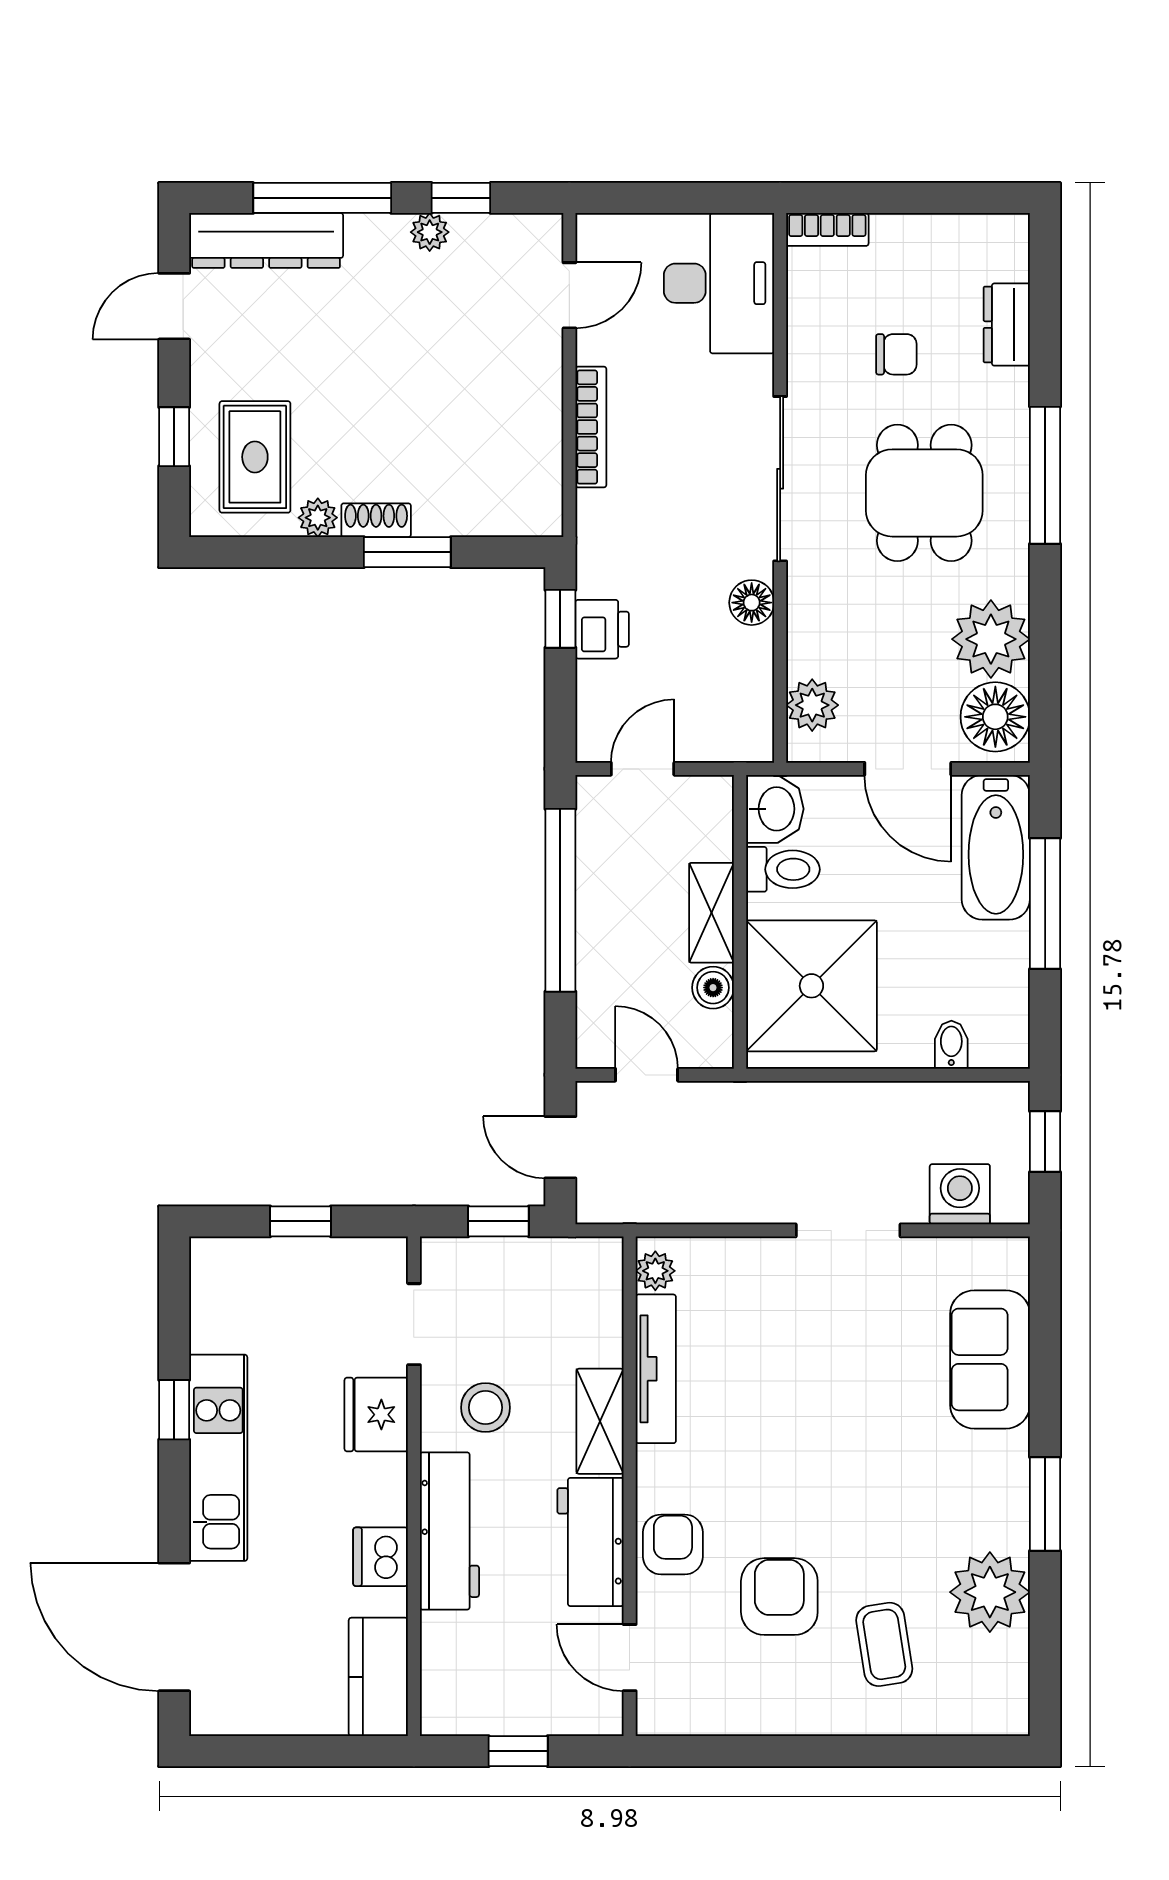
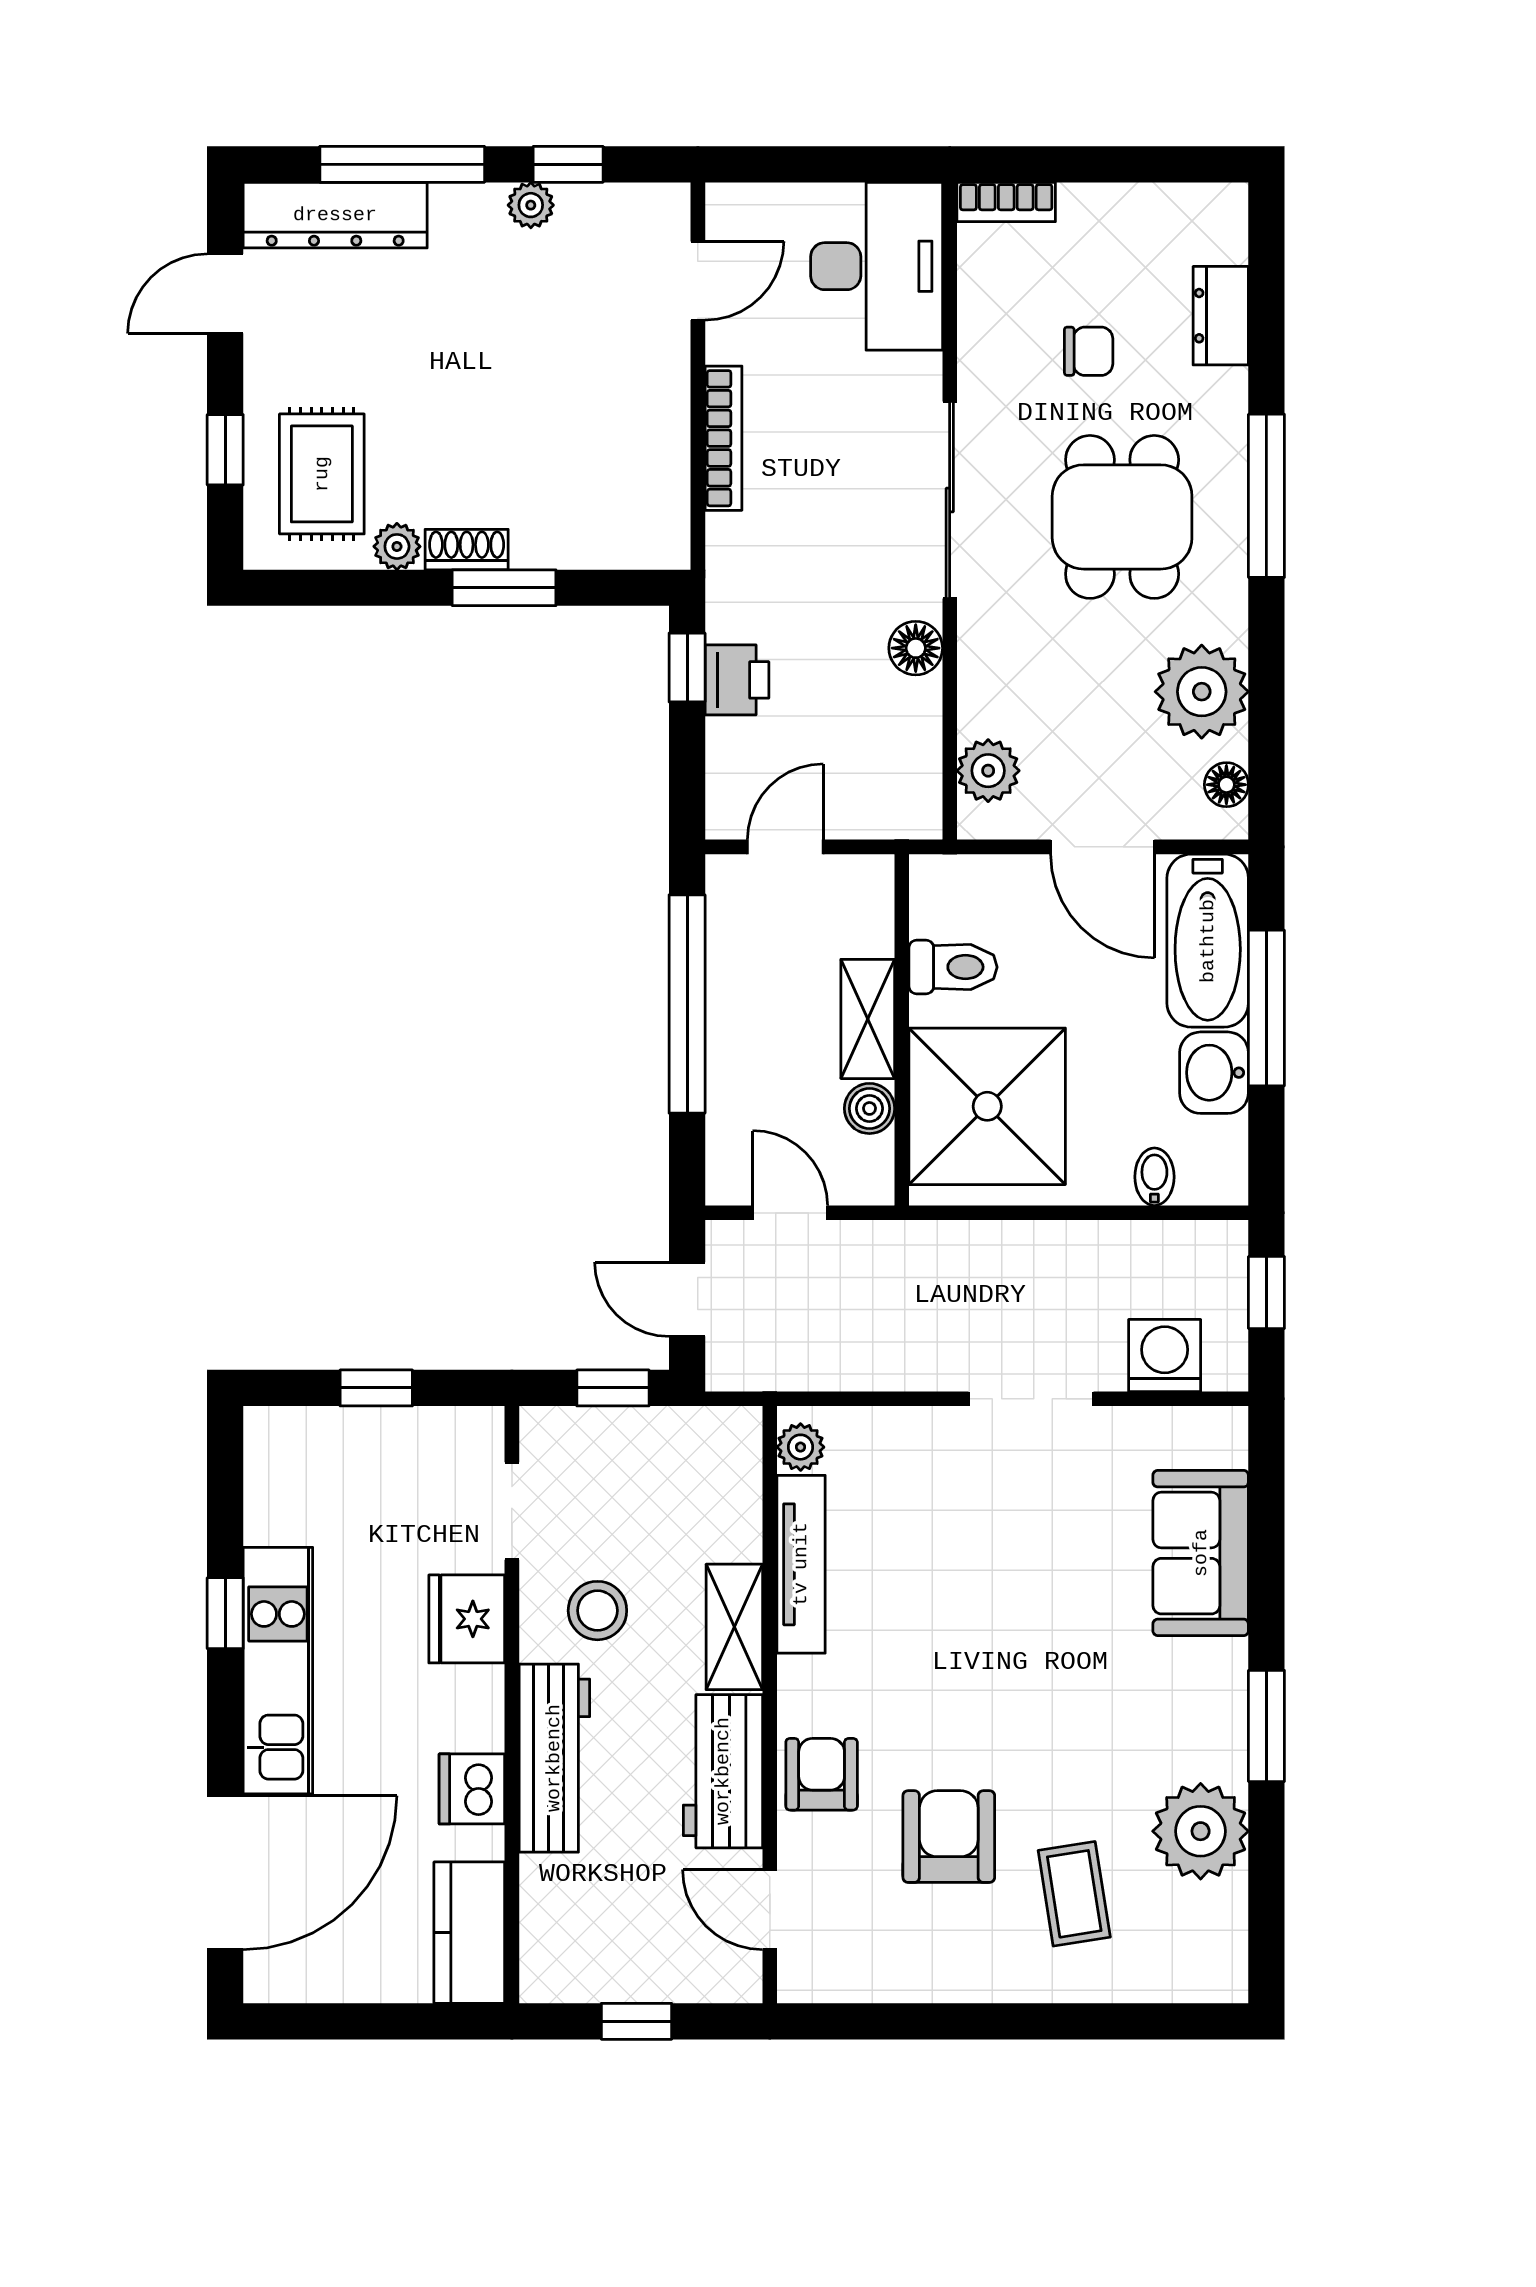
floor lamp: (995, 717) -> (1226, 785), width x0.53, depth x0.53
washbasin: (775, 809) -> (1214, 1073), moved, turned 180
door: (174, 1627) -> (225, 1873), swing flipped

